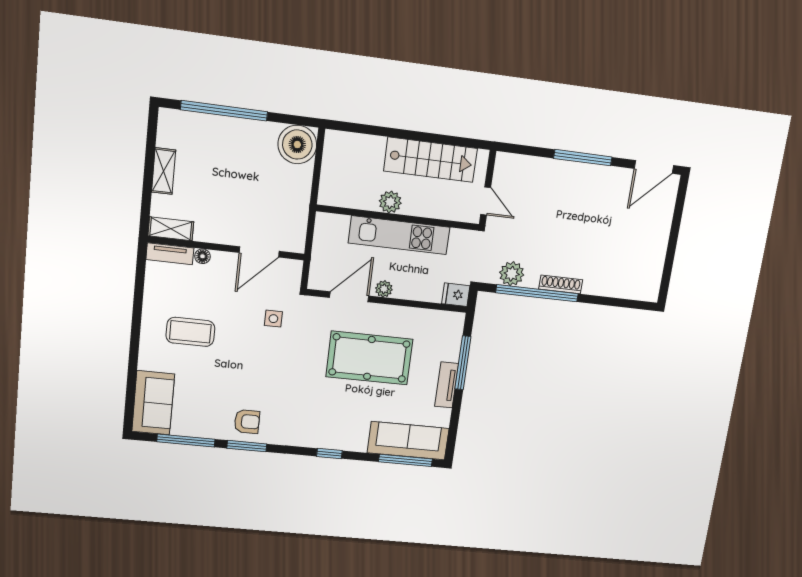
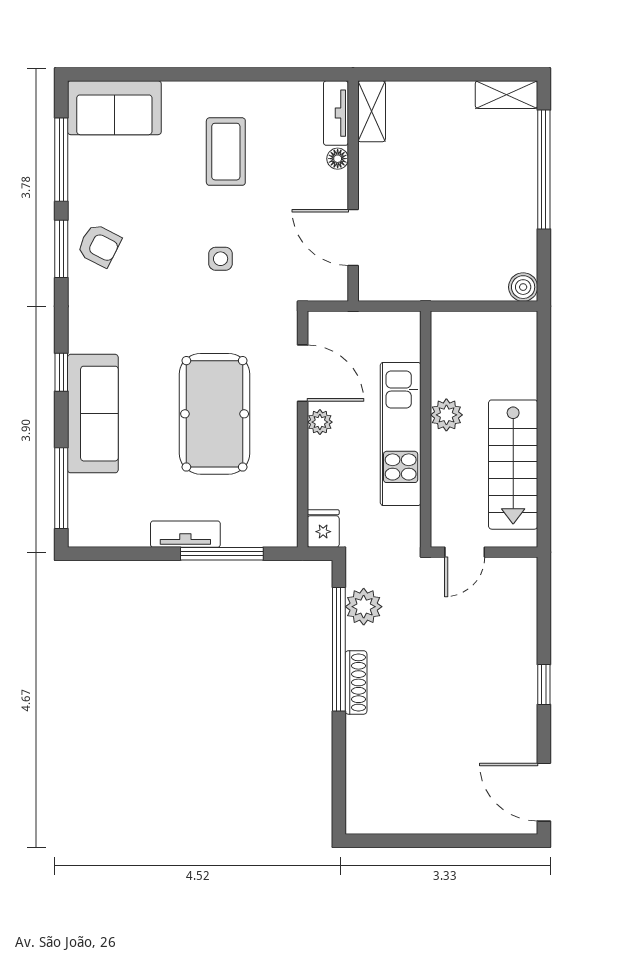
boiler: (297, 144) -> (523, 287), width x0.54, depth x0.54
window: (583, 158) -> (544, 685), width x0.46
shelving: (164, 171) -> (506, 95), moved
side table: (273, 319) -> (221, 259), moved
armchair: (247, 422) -> (99, 245), turned -63
sofa: (408, 441) -> (93, 414), moved

